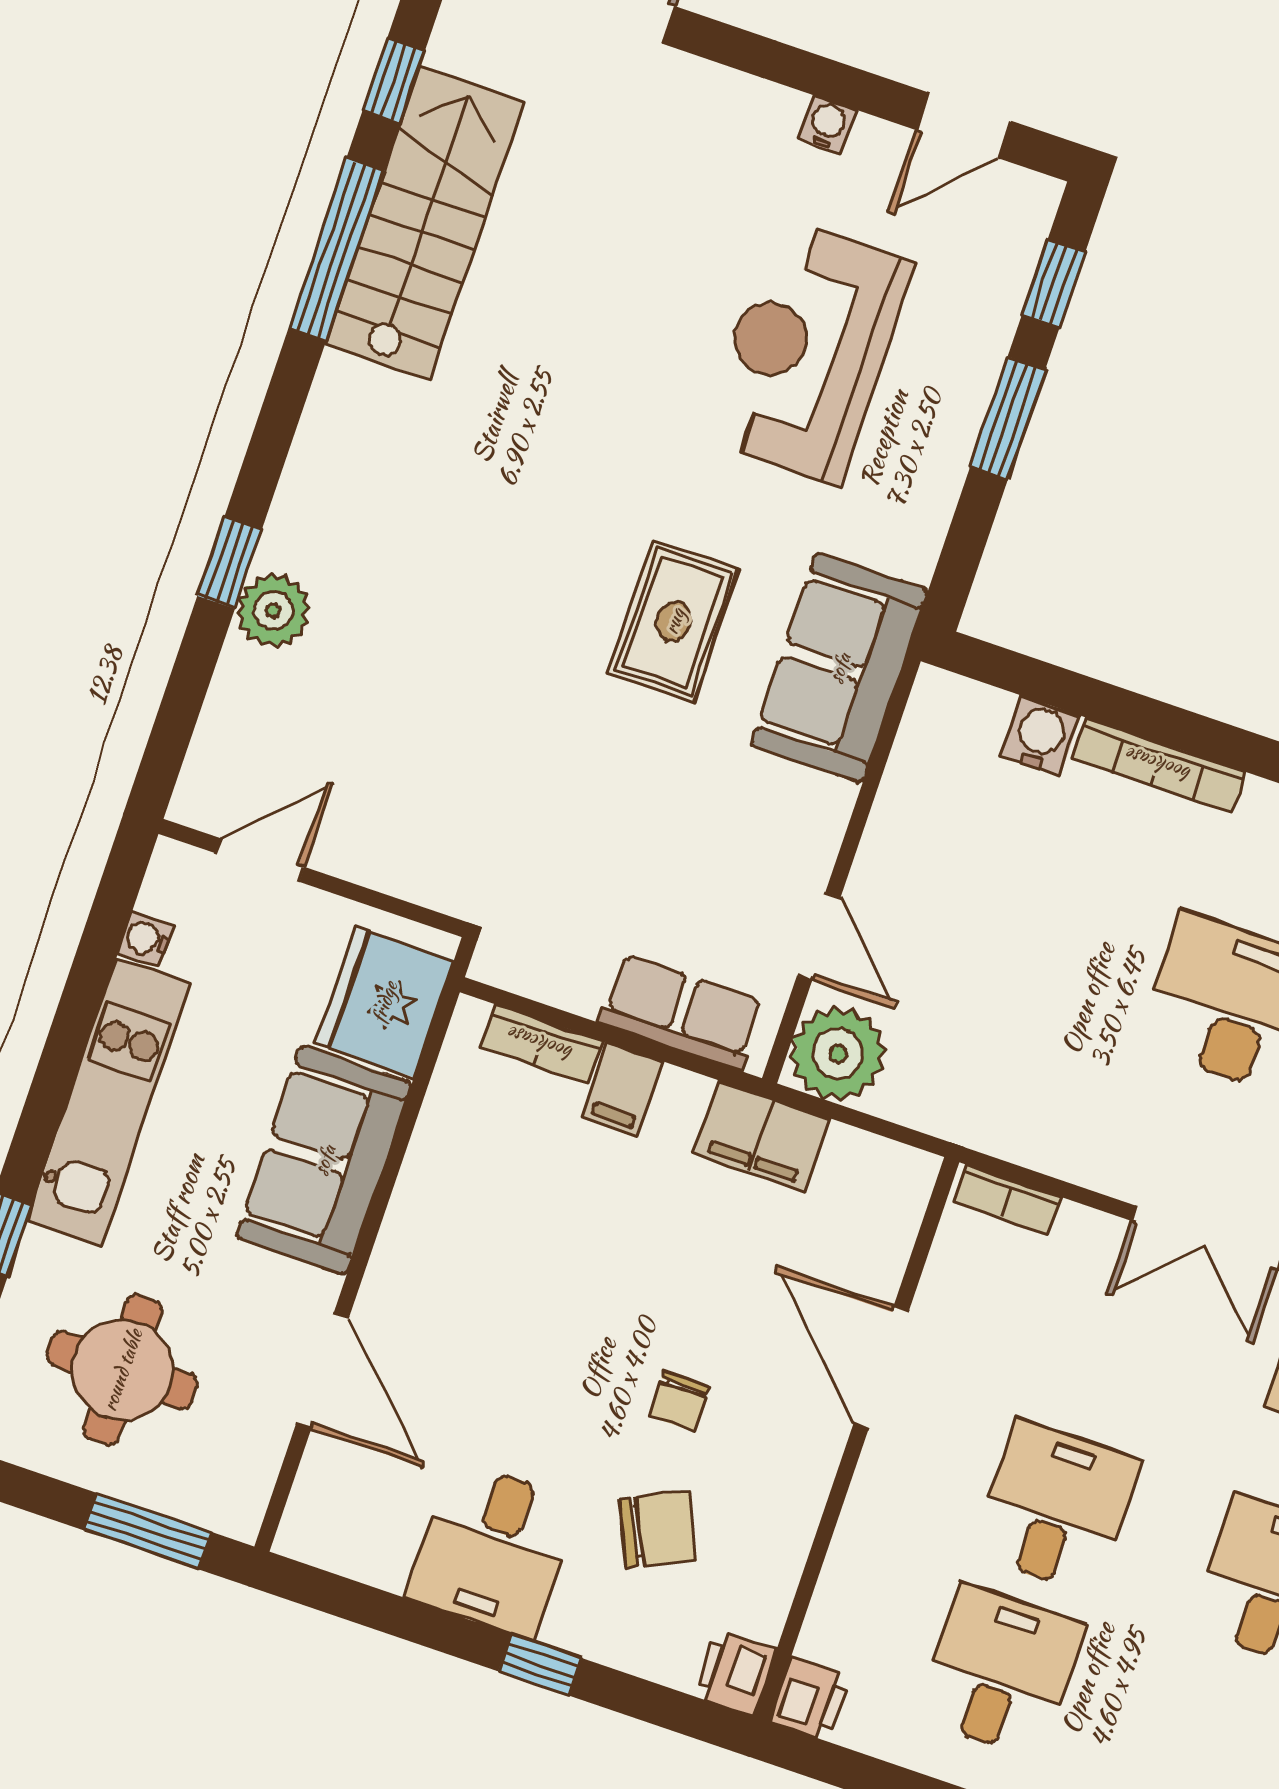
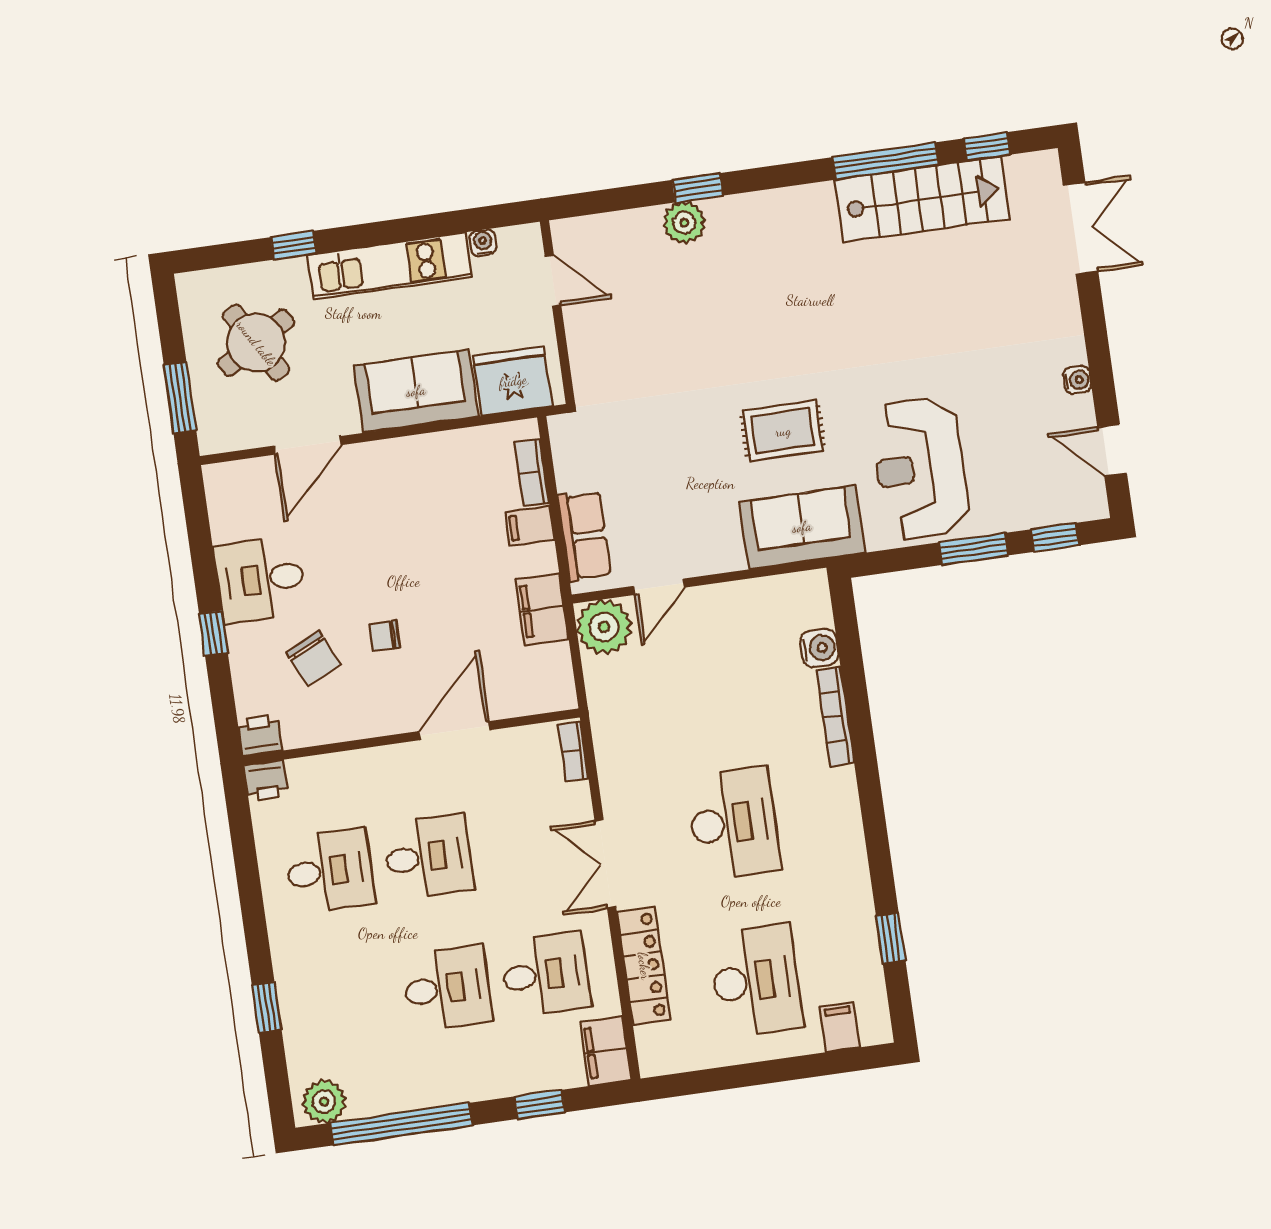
reception desk: (807, 351) -> (920, 468), moved, turned -90
round table: (122, 1370) -> (256, 343), turned -31

